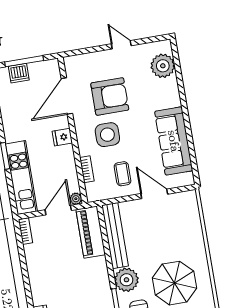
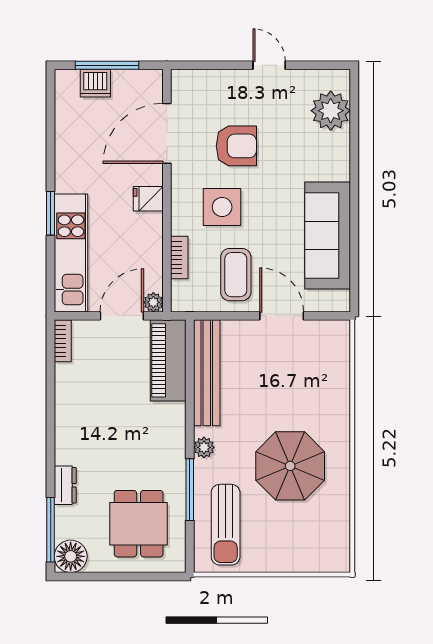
armchair: (110, 96) -> (236, 146), width x0.73, depth x0.73
coffee table: (123, 174) -> (236, 275), width x1.36, depth x1.30
plant: (126, 280) -> (204, 447), width x0.53, depth x0.53

